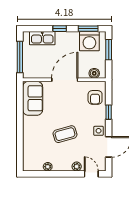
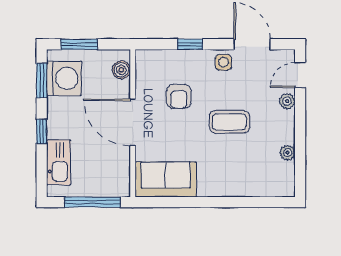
armchair: (95, 97) -> (179, 96), moved, turned 90
coffee table: (65, 134) -> (229, 122), turned -74

